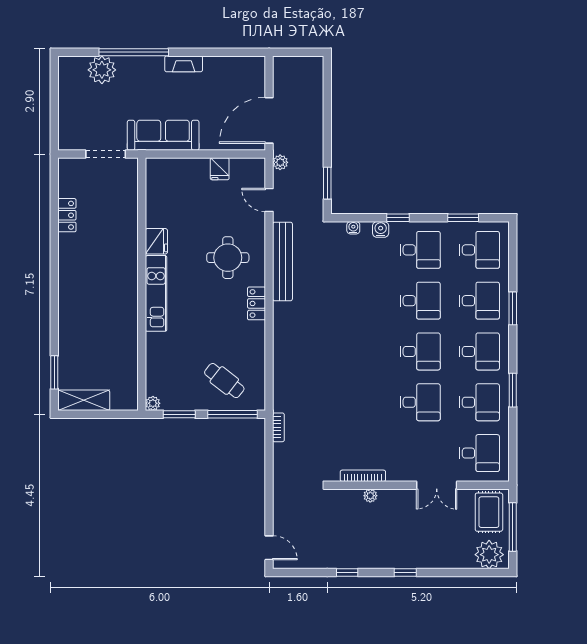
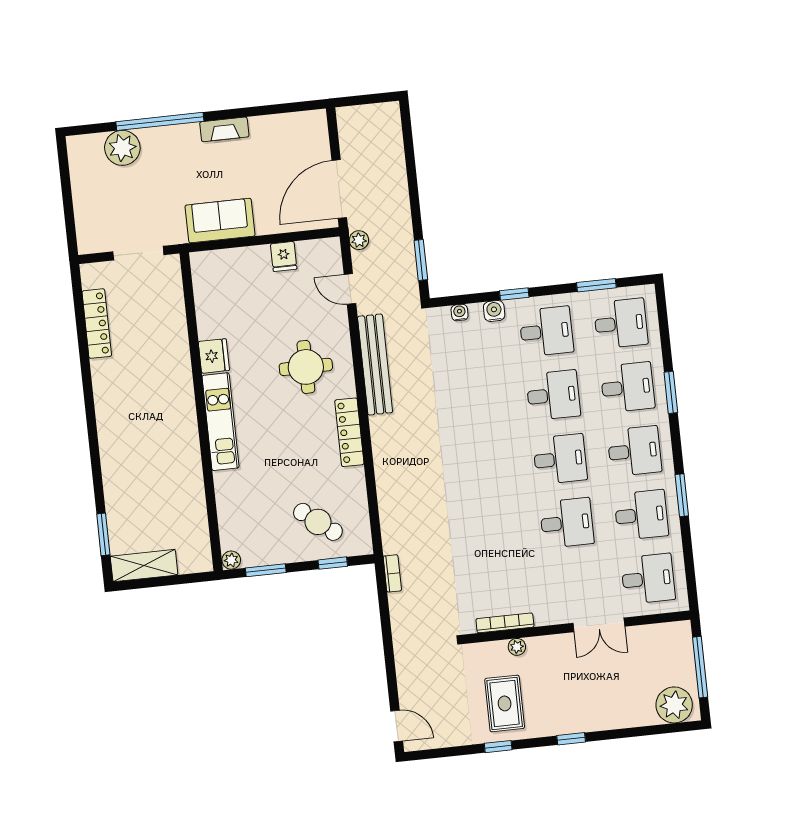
sofa: (163, 135) -> (220, 221), width x0.73
locker: (67, 215) -> (97, 324), width x1.53
locker: (257, 303) -> (349, 432), width x1.53
window: (233, 414) -> (333, 563), width x0.46
rug: (489, 512) -> (505, 703), moved

